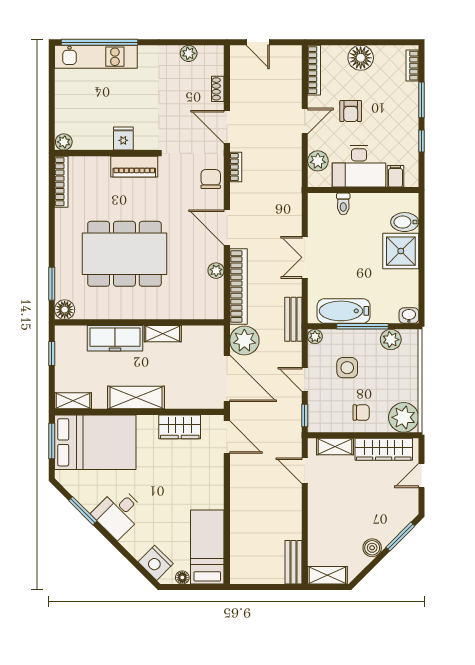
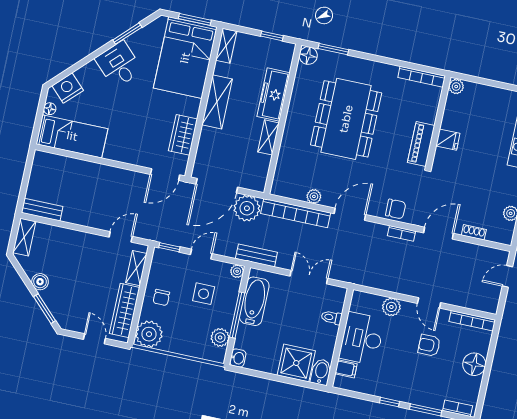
desk: (359, 166) -> (362, 339), moved
filing cabinet: (395, 176) -> (346, 369), moved
wall: (363, 190) -> (340, 338), moved
toilet: (343, 204) -> (331, 318), moved

